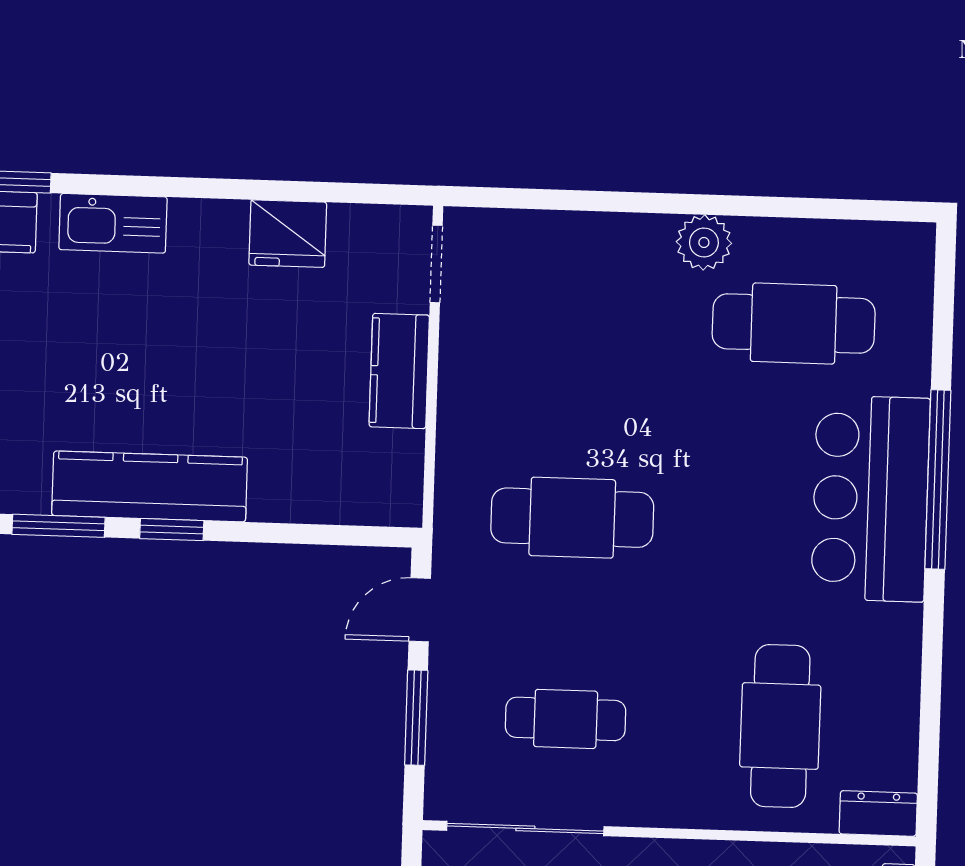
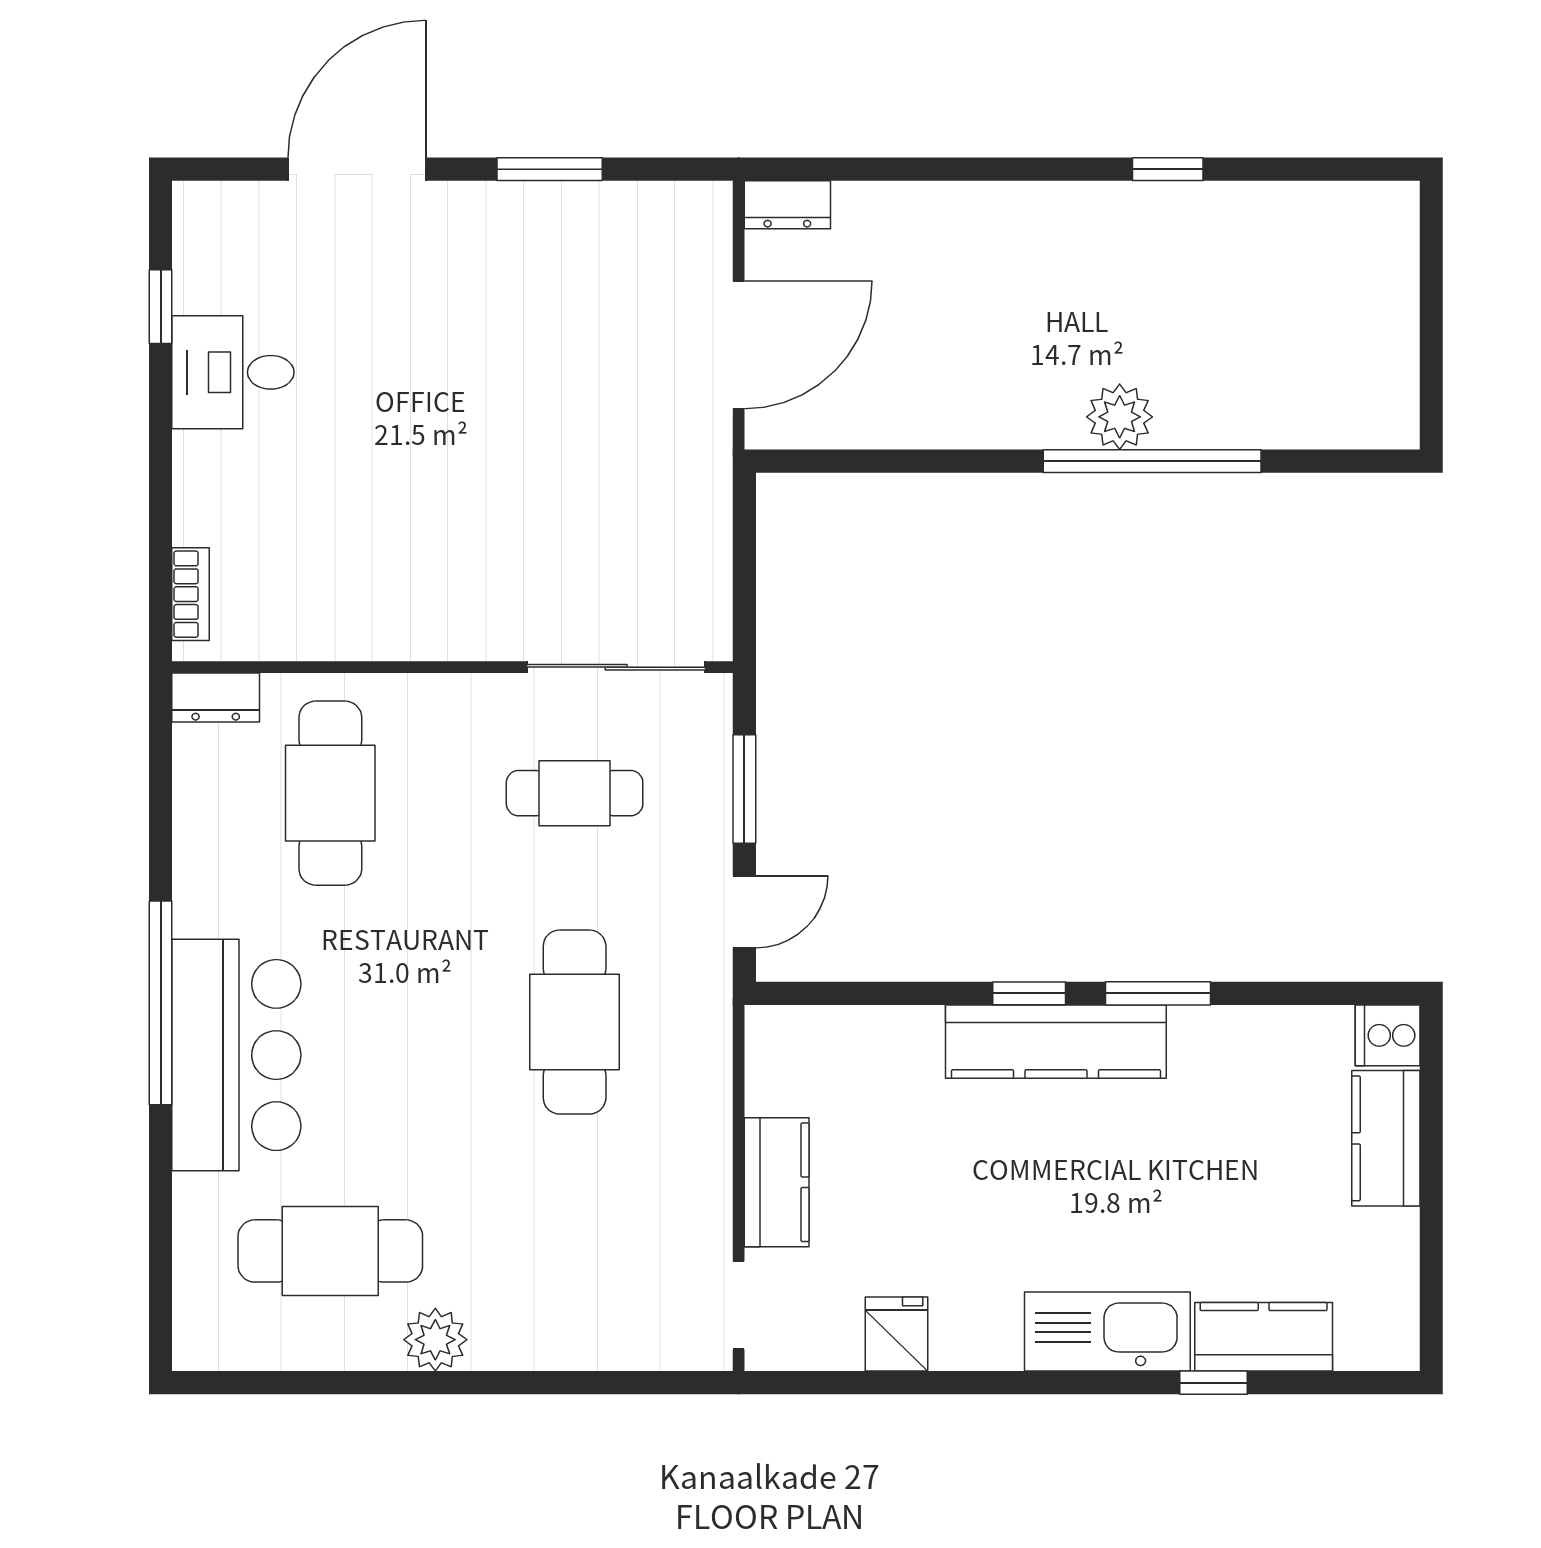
kitchen sink: (113, 223) -> (1107, 1332), width x1.36, depth x1.24
fridge: (288, 234) -> (896, 1334), width x0.72
window: (938, 480) -> (161, 1003), moved
cafe table: (572, 518) -> (575, 1022), turned 90

